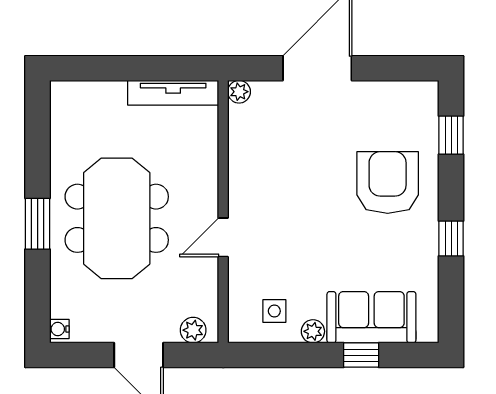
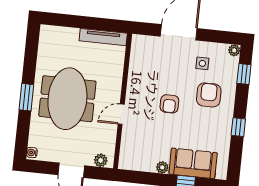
plant: (239, 92) -> (234, 50), moved
armchair: (388, 183) -> (209, 95), width x0.73, depth x0.73
armchair: (314, 208) -> (169, 104), added
side table: (274, 311) -> (202, 63), moved

